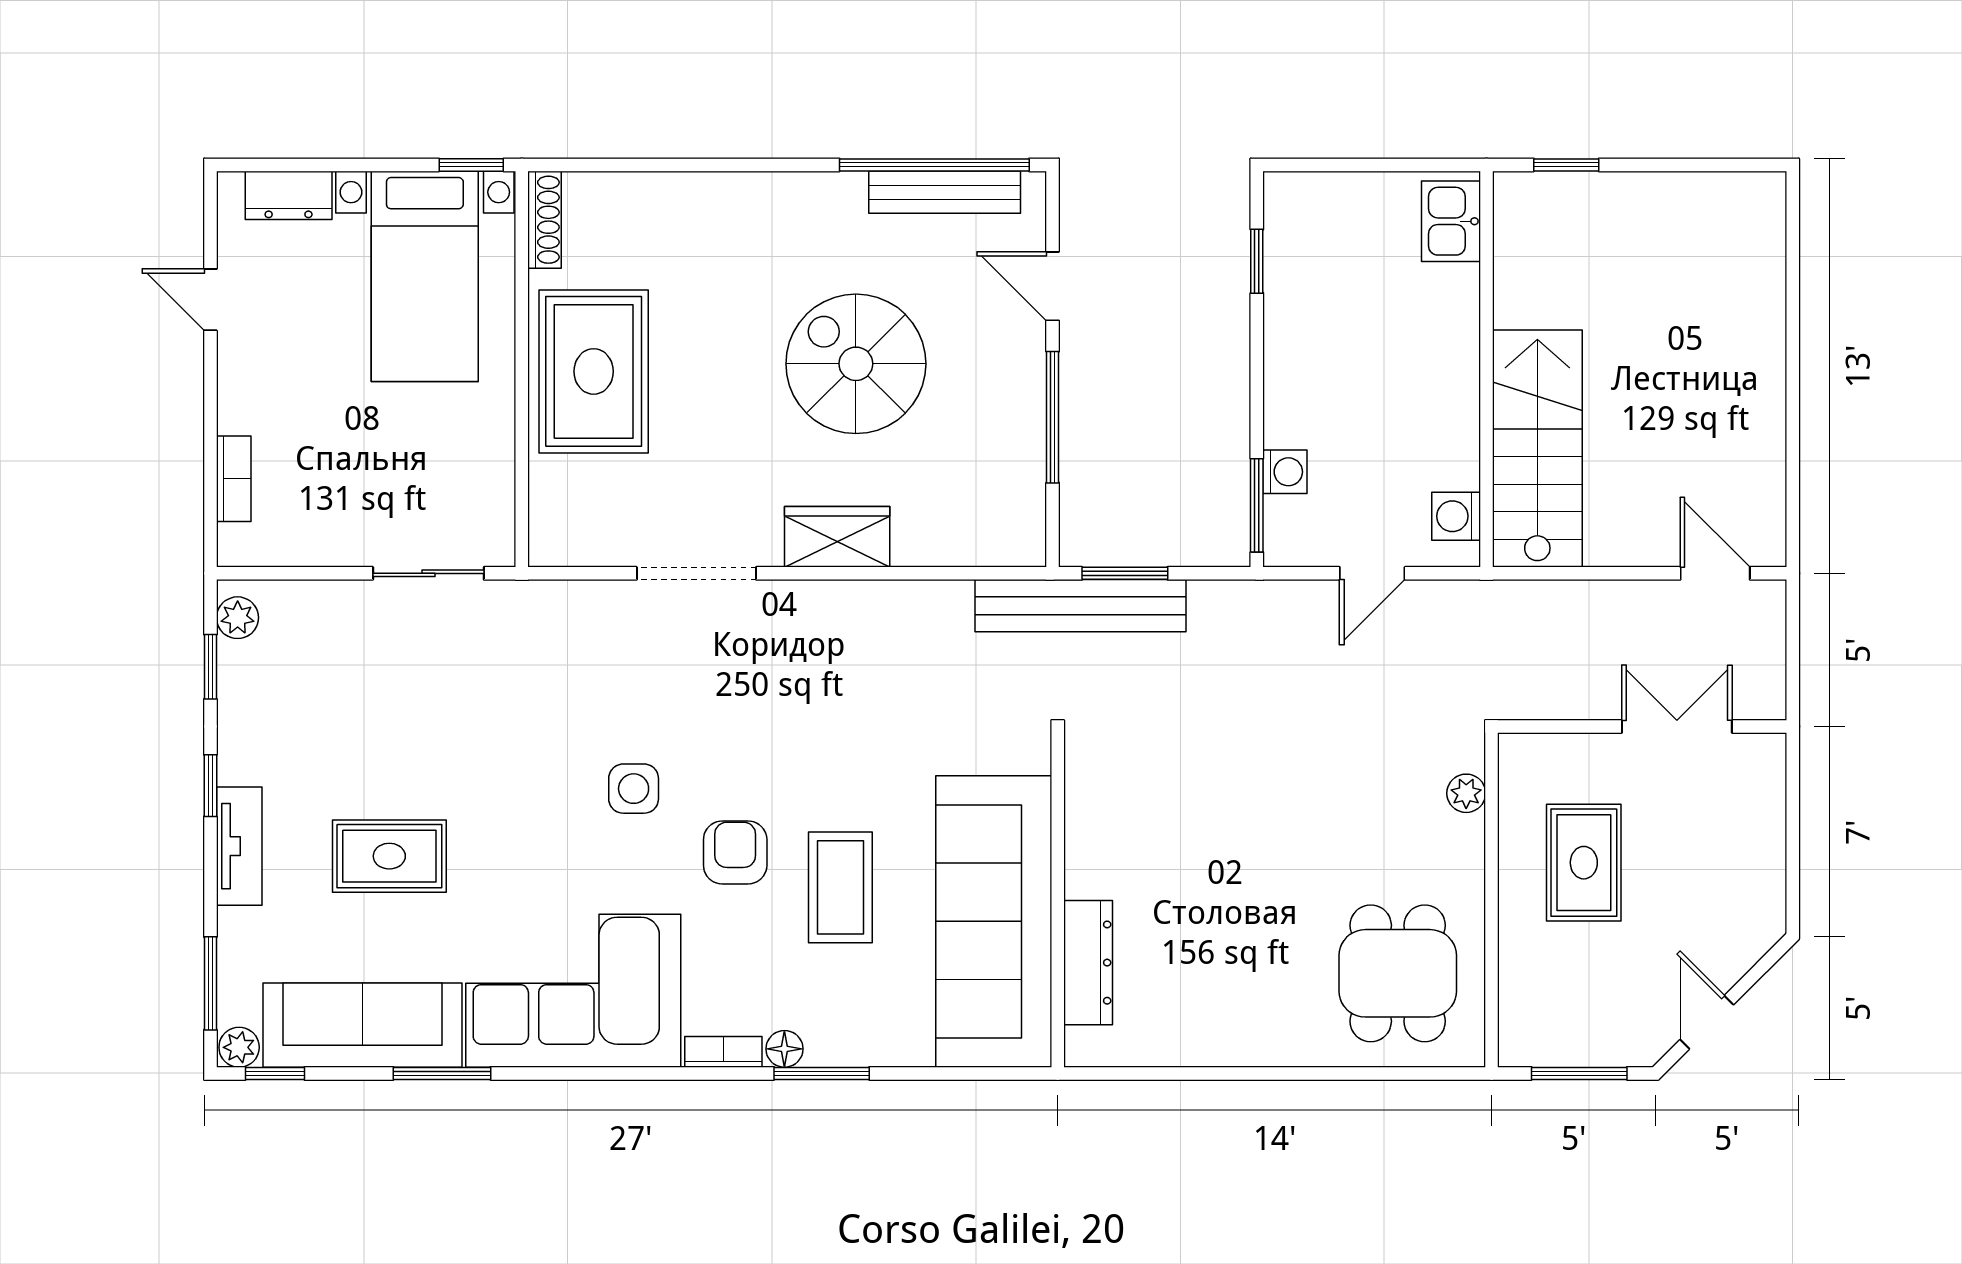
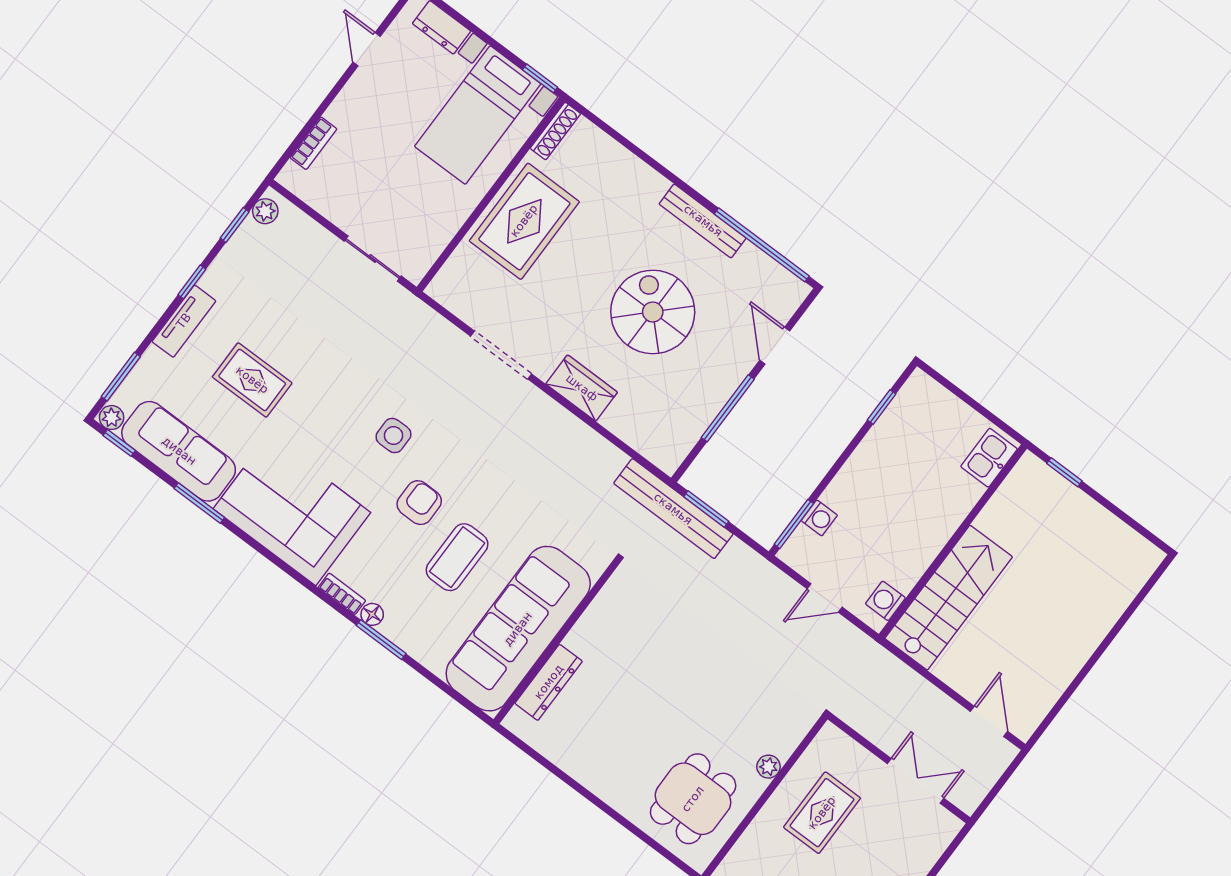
bench: (945, 192) -> (703, 221), moved
plant: (1466, 793) -> (768, 767), moved

